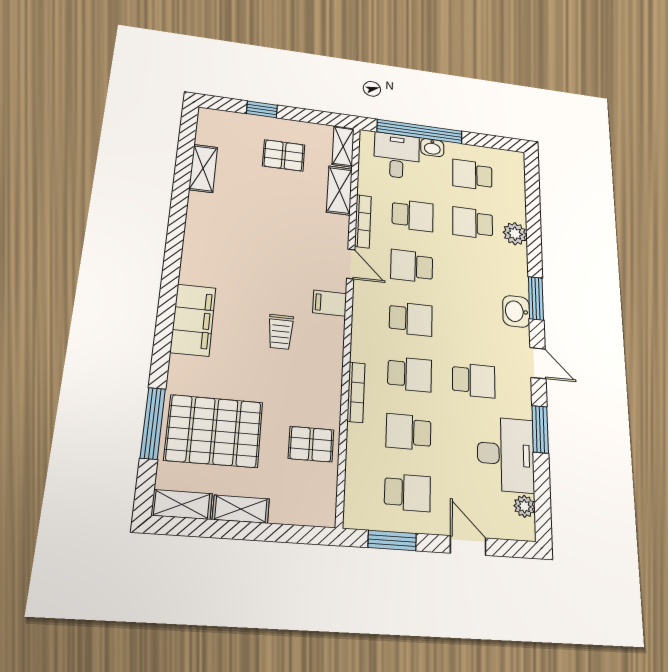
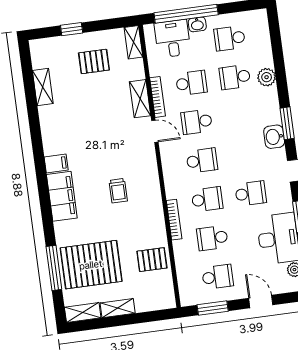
shelving: (339, 190) -> (140, 99), moved
filing cabinet: (330, 303) -> (56, 163), moved, turned 180

